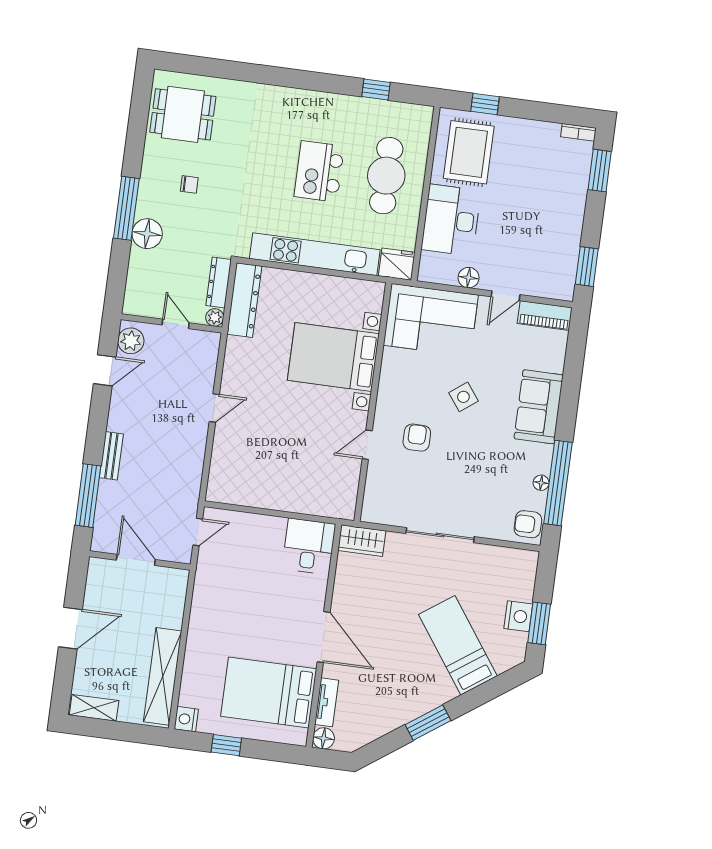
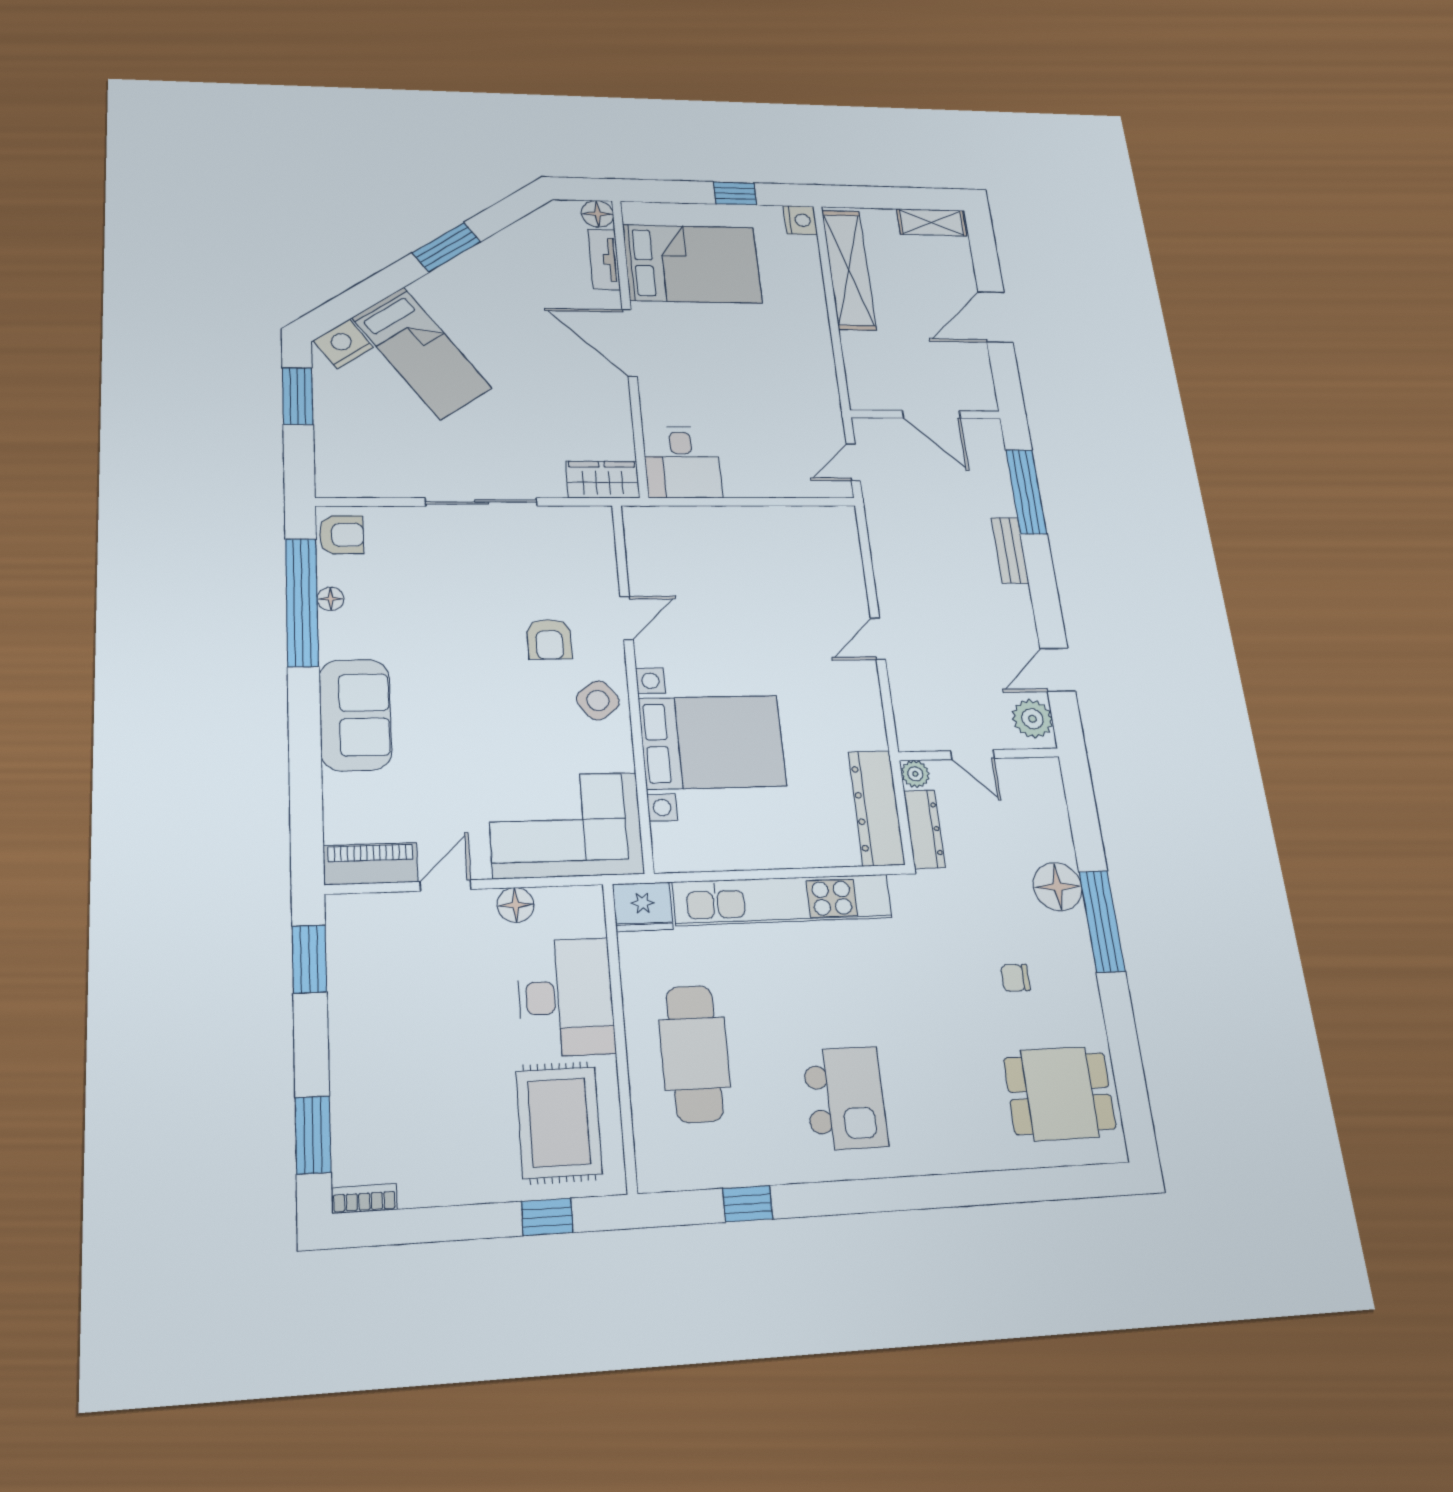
kitchen island: (319, 171) -> (845, 1098), moved
side table: (463, 397) -> (598, 700), moved
nightstand: (518, 616) -> (343, 344), moved, turned 55

